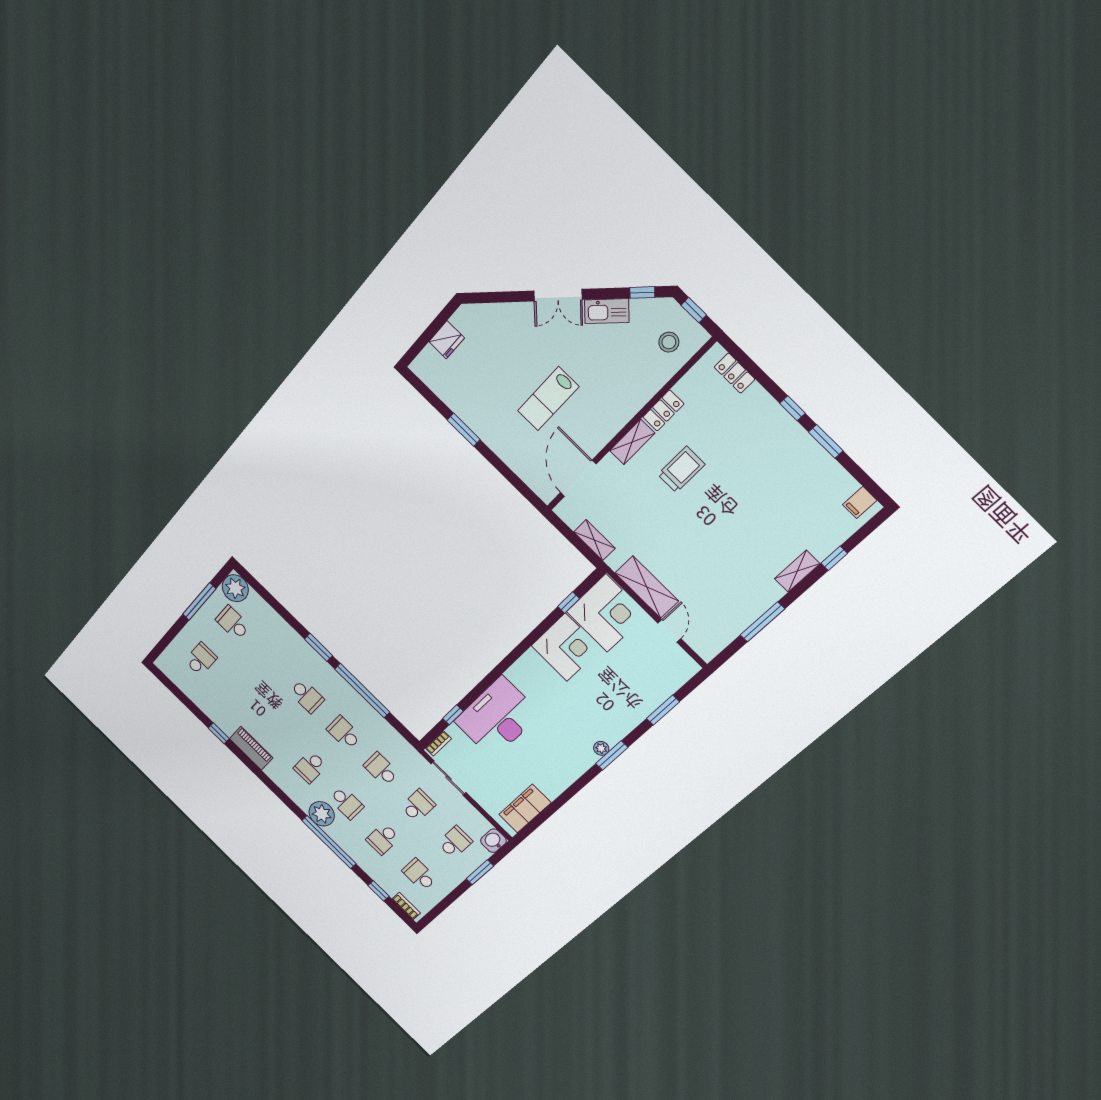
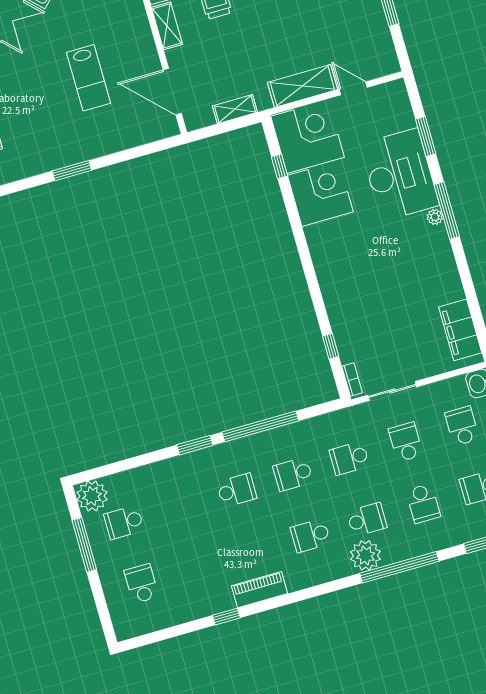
desk: (497, 718) -> (400, 175), moved, turned 180
window: (612, 755) -> (447, 211), width x1.44
school desk: (310, 767) -> (310, 536), turned 90

